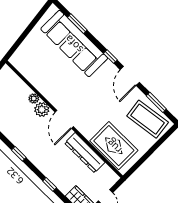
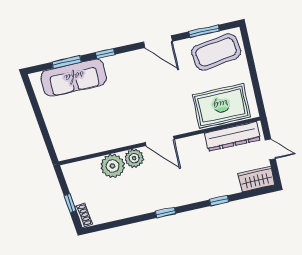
sofa: (74, 44) -> (74, 78), width x0.74, depth x0.79
window: (110, 57) -> (105, 53), moved
plant: (34, 98) -> (113, 166), width x1.88, depth x1.88
dresser: (85, 153) -> (233, 136), moved

